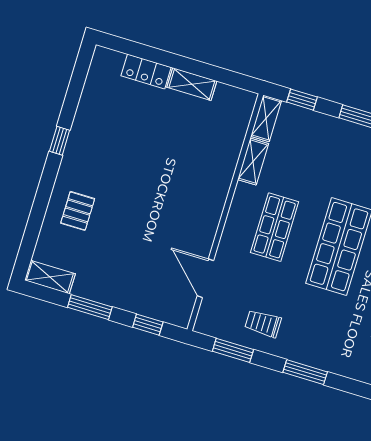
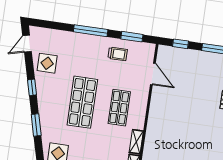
window: (305, 372) -> (91, 31), width x1.44

